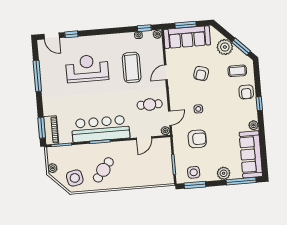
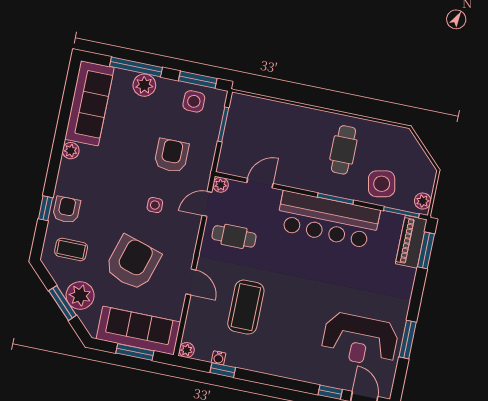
window: (144, 28) -> (223, 370), moved
window: (241, 47) -> (63, 303), moved
reception desk: (87, 68) -> (360, 340), moved
door: (166, 72) -> (191, 282), hinge flipped
armchair: (201, 74) -> (133, 263), width x1.88, depth x1.88
window: (37, 76) -> (408, 340), width x0.69
window: (259, 104) -> (45, 208), moved
armchair: (197, 139) -> (171, 156), turned 90
plant: (53, 168) -> (423, 201), moved
cafe table: (103, 170) -> (343, 150), turned -39
side table: (75, 178) -> (382, 184), moved
window: (241, 181) -> (136, 67), moved

